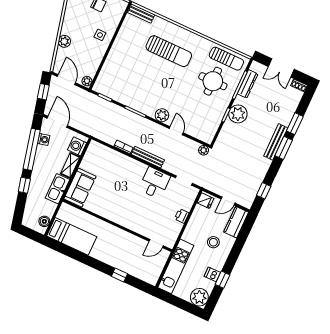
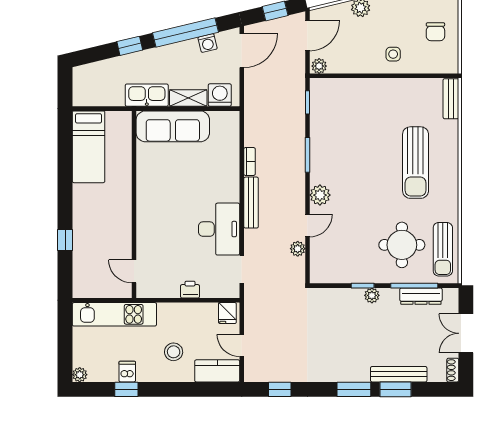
plant: (238, 114) -> (372, 295), width x0.53, depth x0.53
bench: (276, 142) -> (399, 374), moved
plant: (204, 150) -> (298, 249), moved
desk: (154, 183) -> (219, 229), width x1.37
sofa: (80, 188) -> (173, 126), width x1.36
boiler: (44, 221) -> (92, 98), removed
plant: (199, 297) -> (80, 375), width x0.53, depth x0.53

